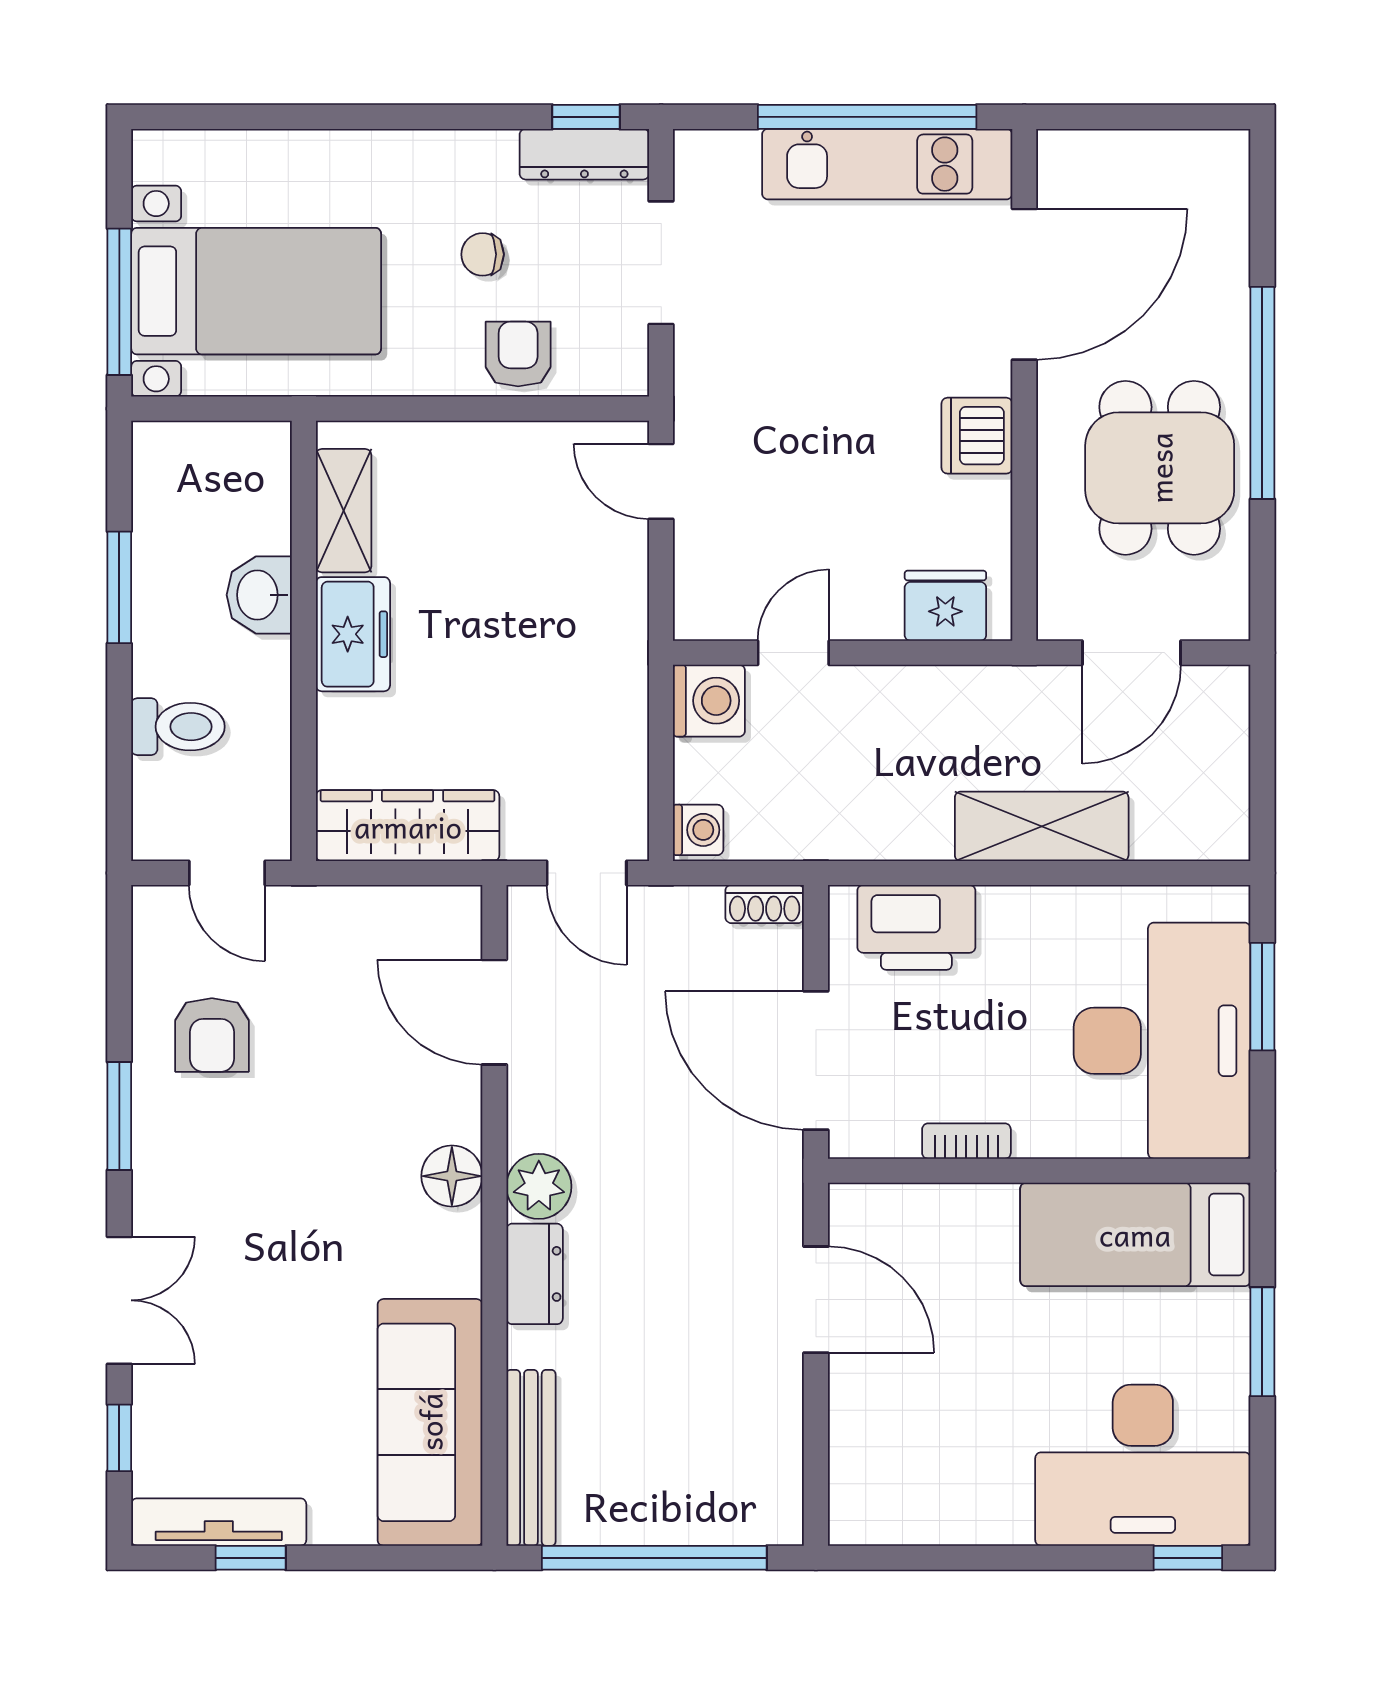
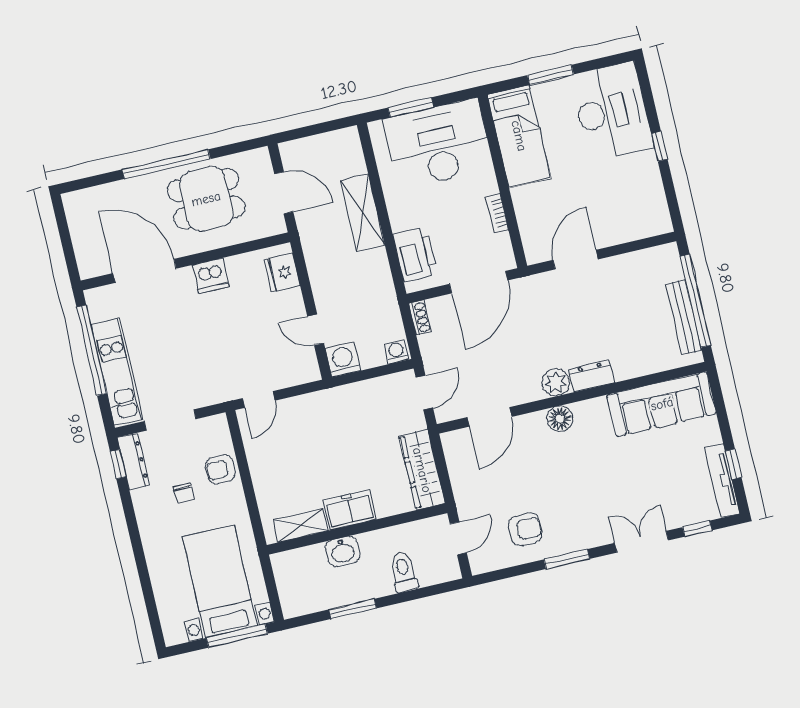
kitchen unit: (887, 164) -> (117, 372), moved
bench: (531, 1458) -> (684, 317), moved, turned 90
window: (1188, 1558) -> (659, 146), moved

